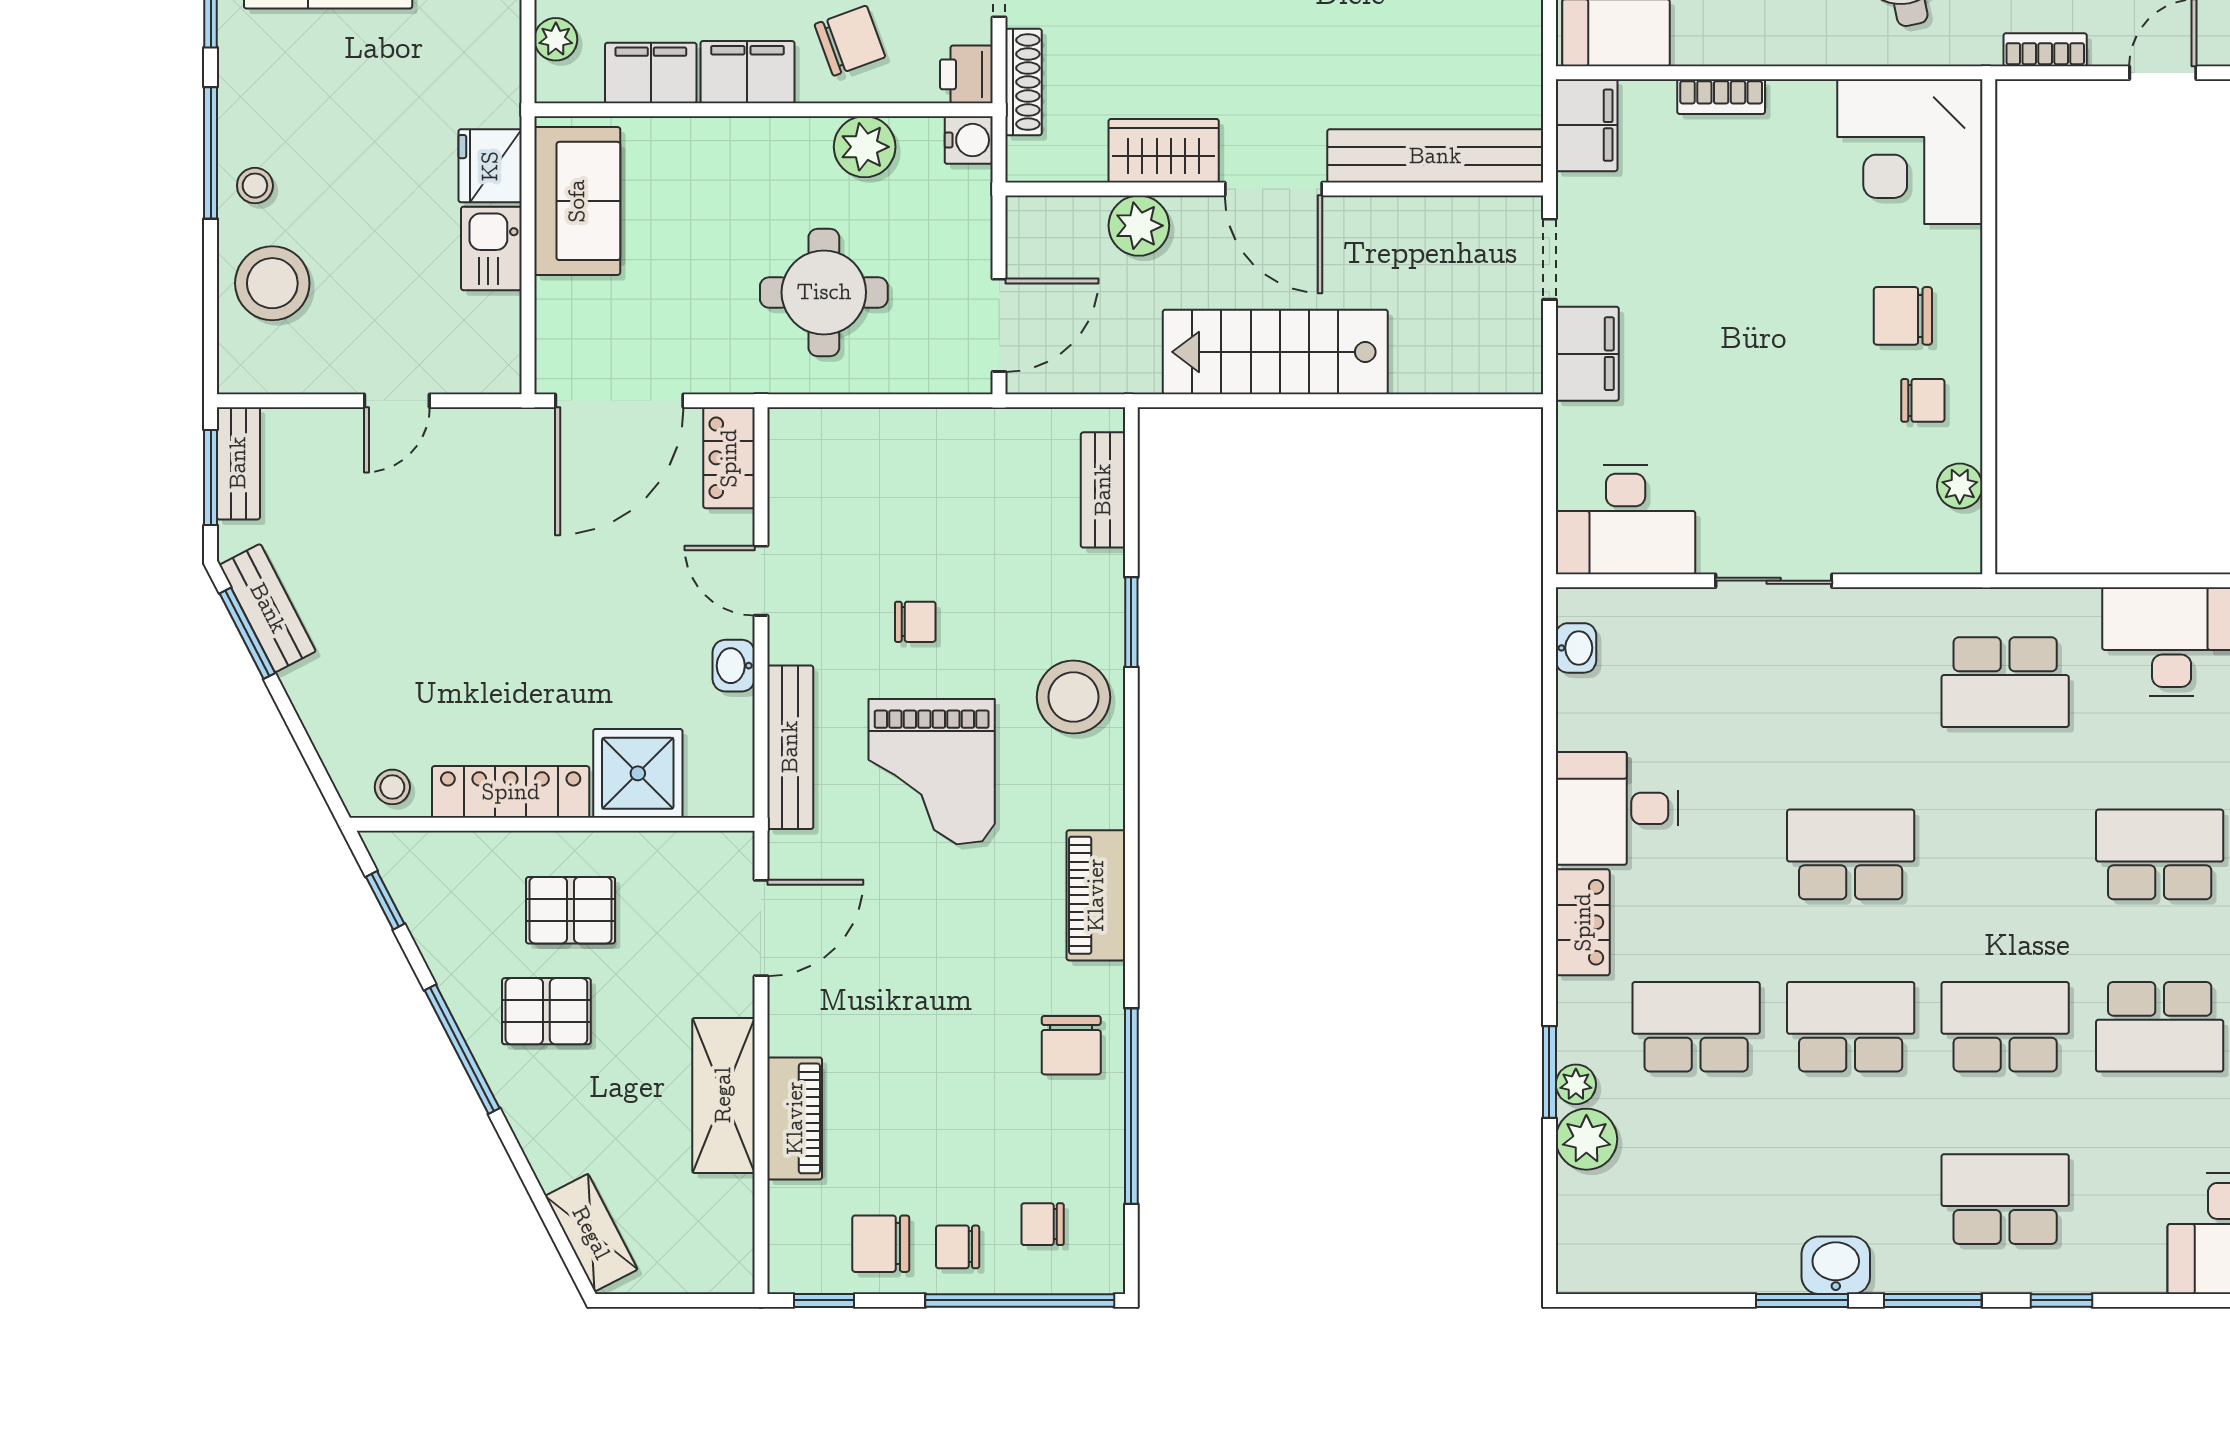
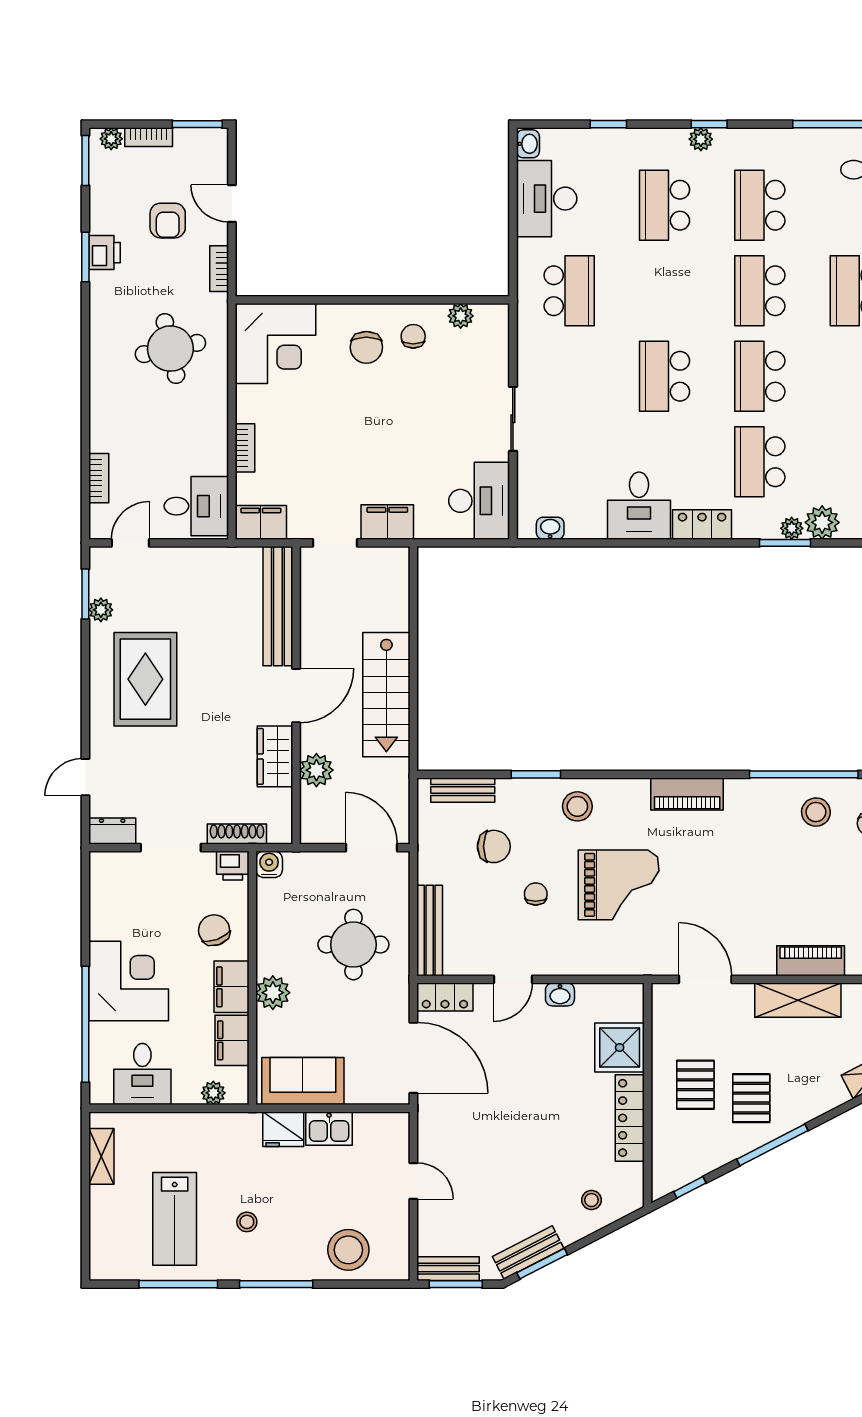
plant: (865, 147) -> (273, 993), moved
stool: (255, 186) -> (247, 1222), moved
stool: (1073, 697) -> (577, 806), width x0.73, depth x0.73
bench: (790, 747) -> (430, 931), moved, turned 90
stool: (392, 787) -> (591, 1200), moved
school desk: (2160, 1027) -> (760, 205), turned 180
chair: (1071, 1045) -> (494, 846), moved
stool: (1063, 1128) -> (816, 812), added

